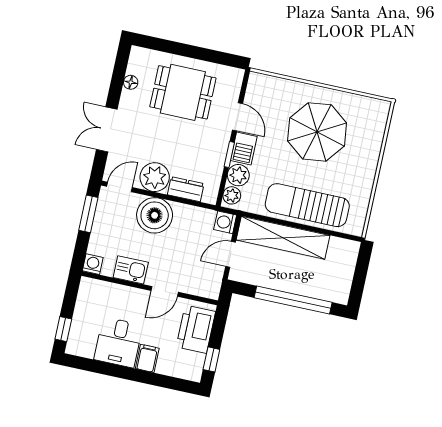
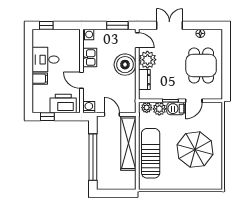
washing machine: (225, 222) -> (89, 107), moved

